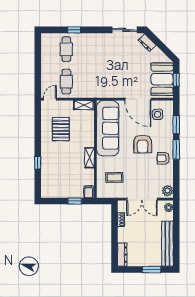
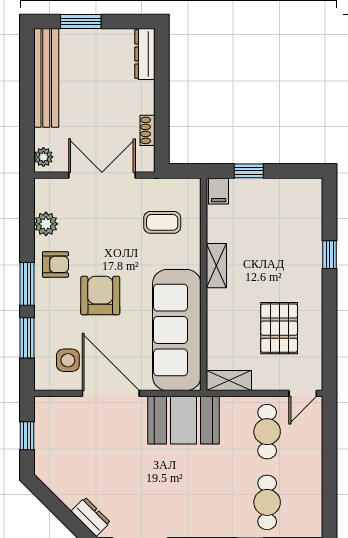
booth: (162, 79) -> (183, 420), moved, turned 90
plant: (168, 191) -> (46, 224), moved

